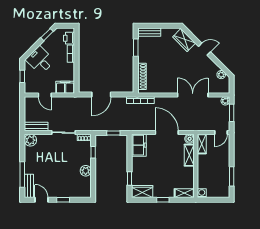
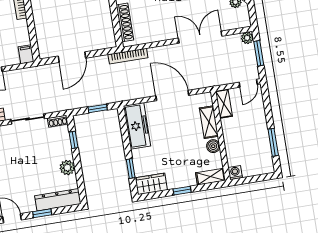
filing cabinet: (65, 87) -> (26, 54), width x0.50
boiler: (190, 139) -> (213, 146), moved
freezer: (139, 145) -> (137, 126), width x1.40
dresser: (75, 192) -> (58, 200), added

